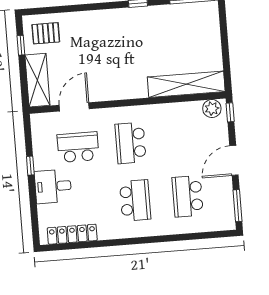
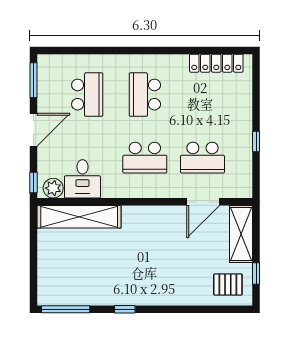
school desk: (131, 143) -> (145, 158), turned 90
desk: (53, 186) -> (82, 179), moved, turned 90

